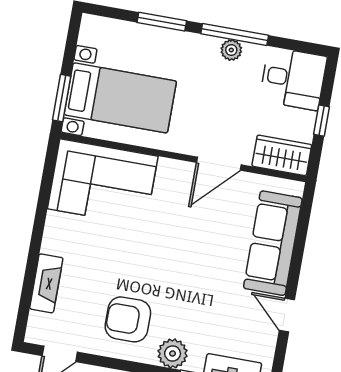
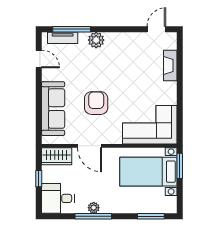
window: (162, 22) -> (151, 216), moved
door: (219, 164) -> (89, 146), swing flipped
door: (287, 315) -> (39, 59), moved
armchair: (128, 319) -> (96, 103), moved, turned -90

